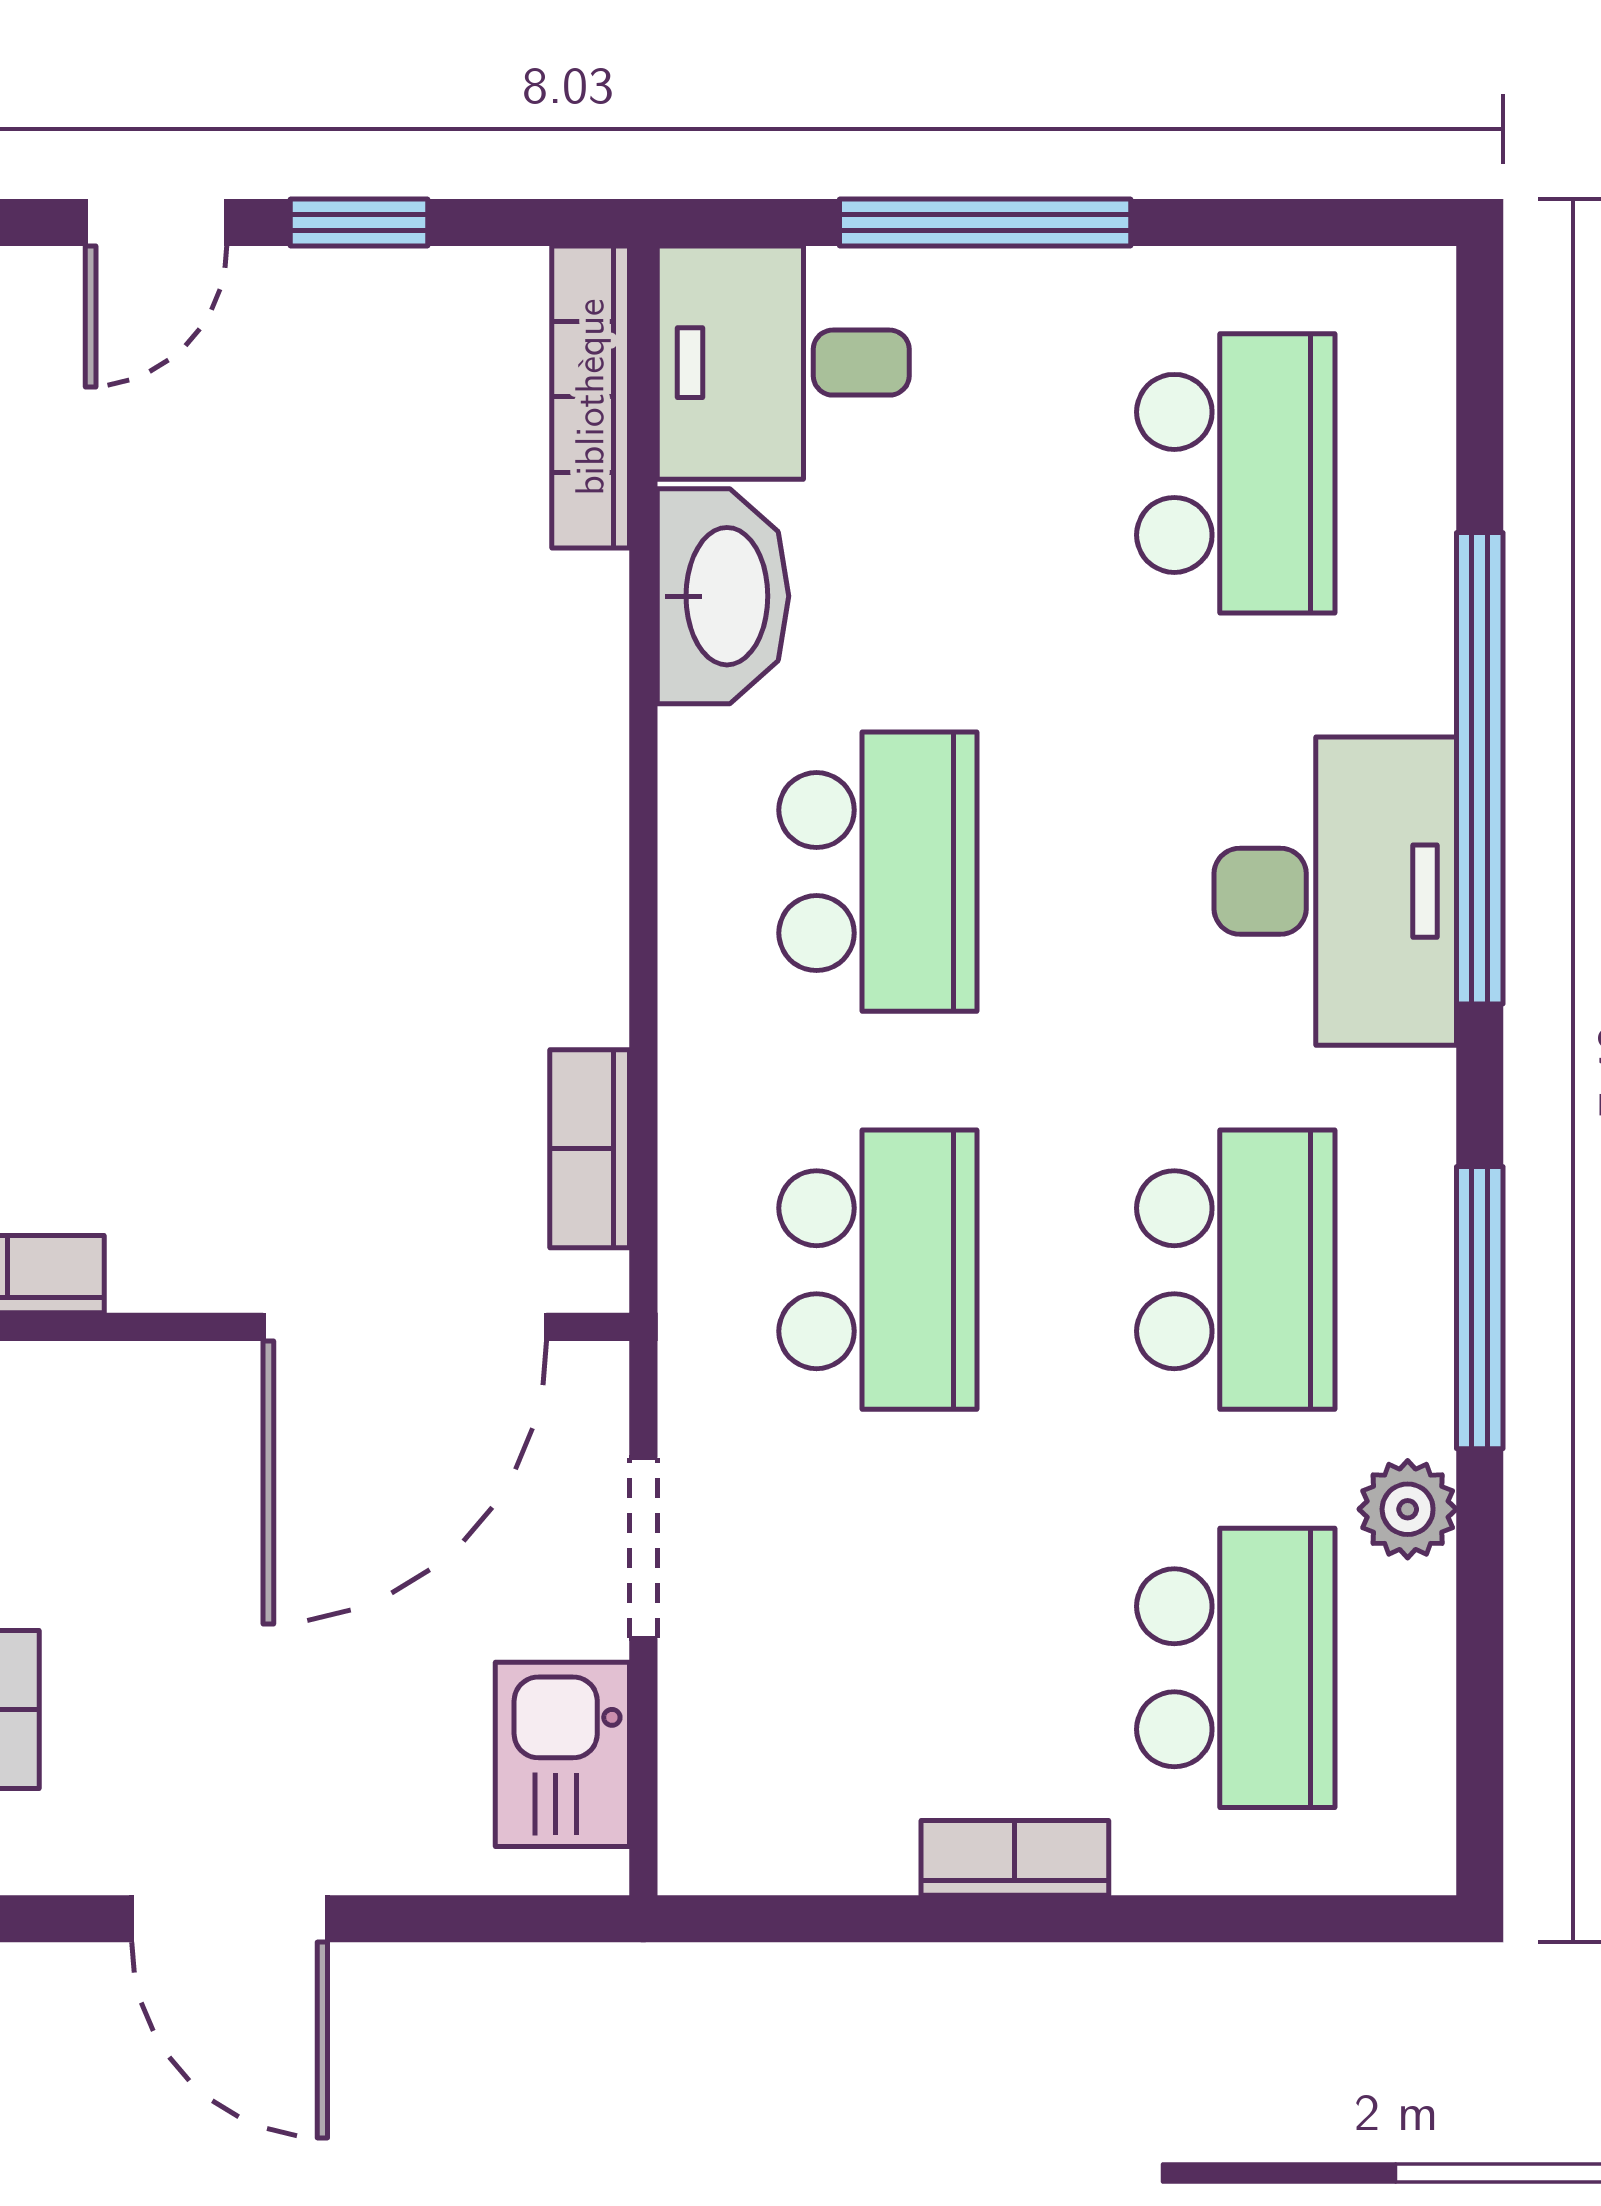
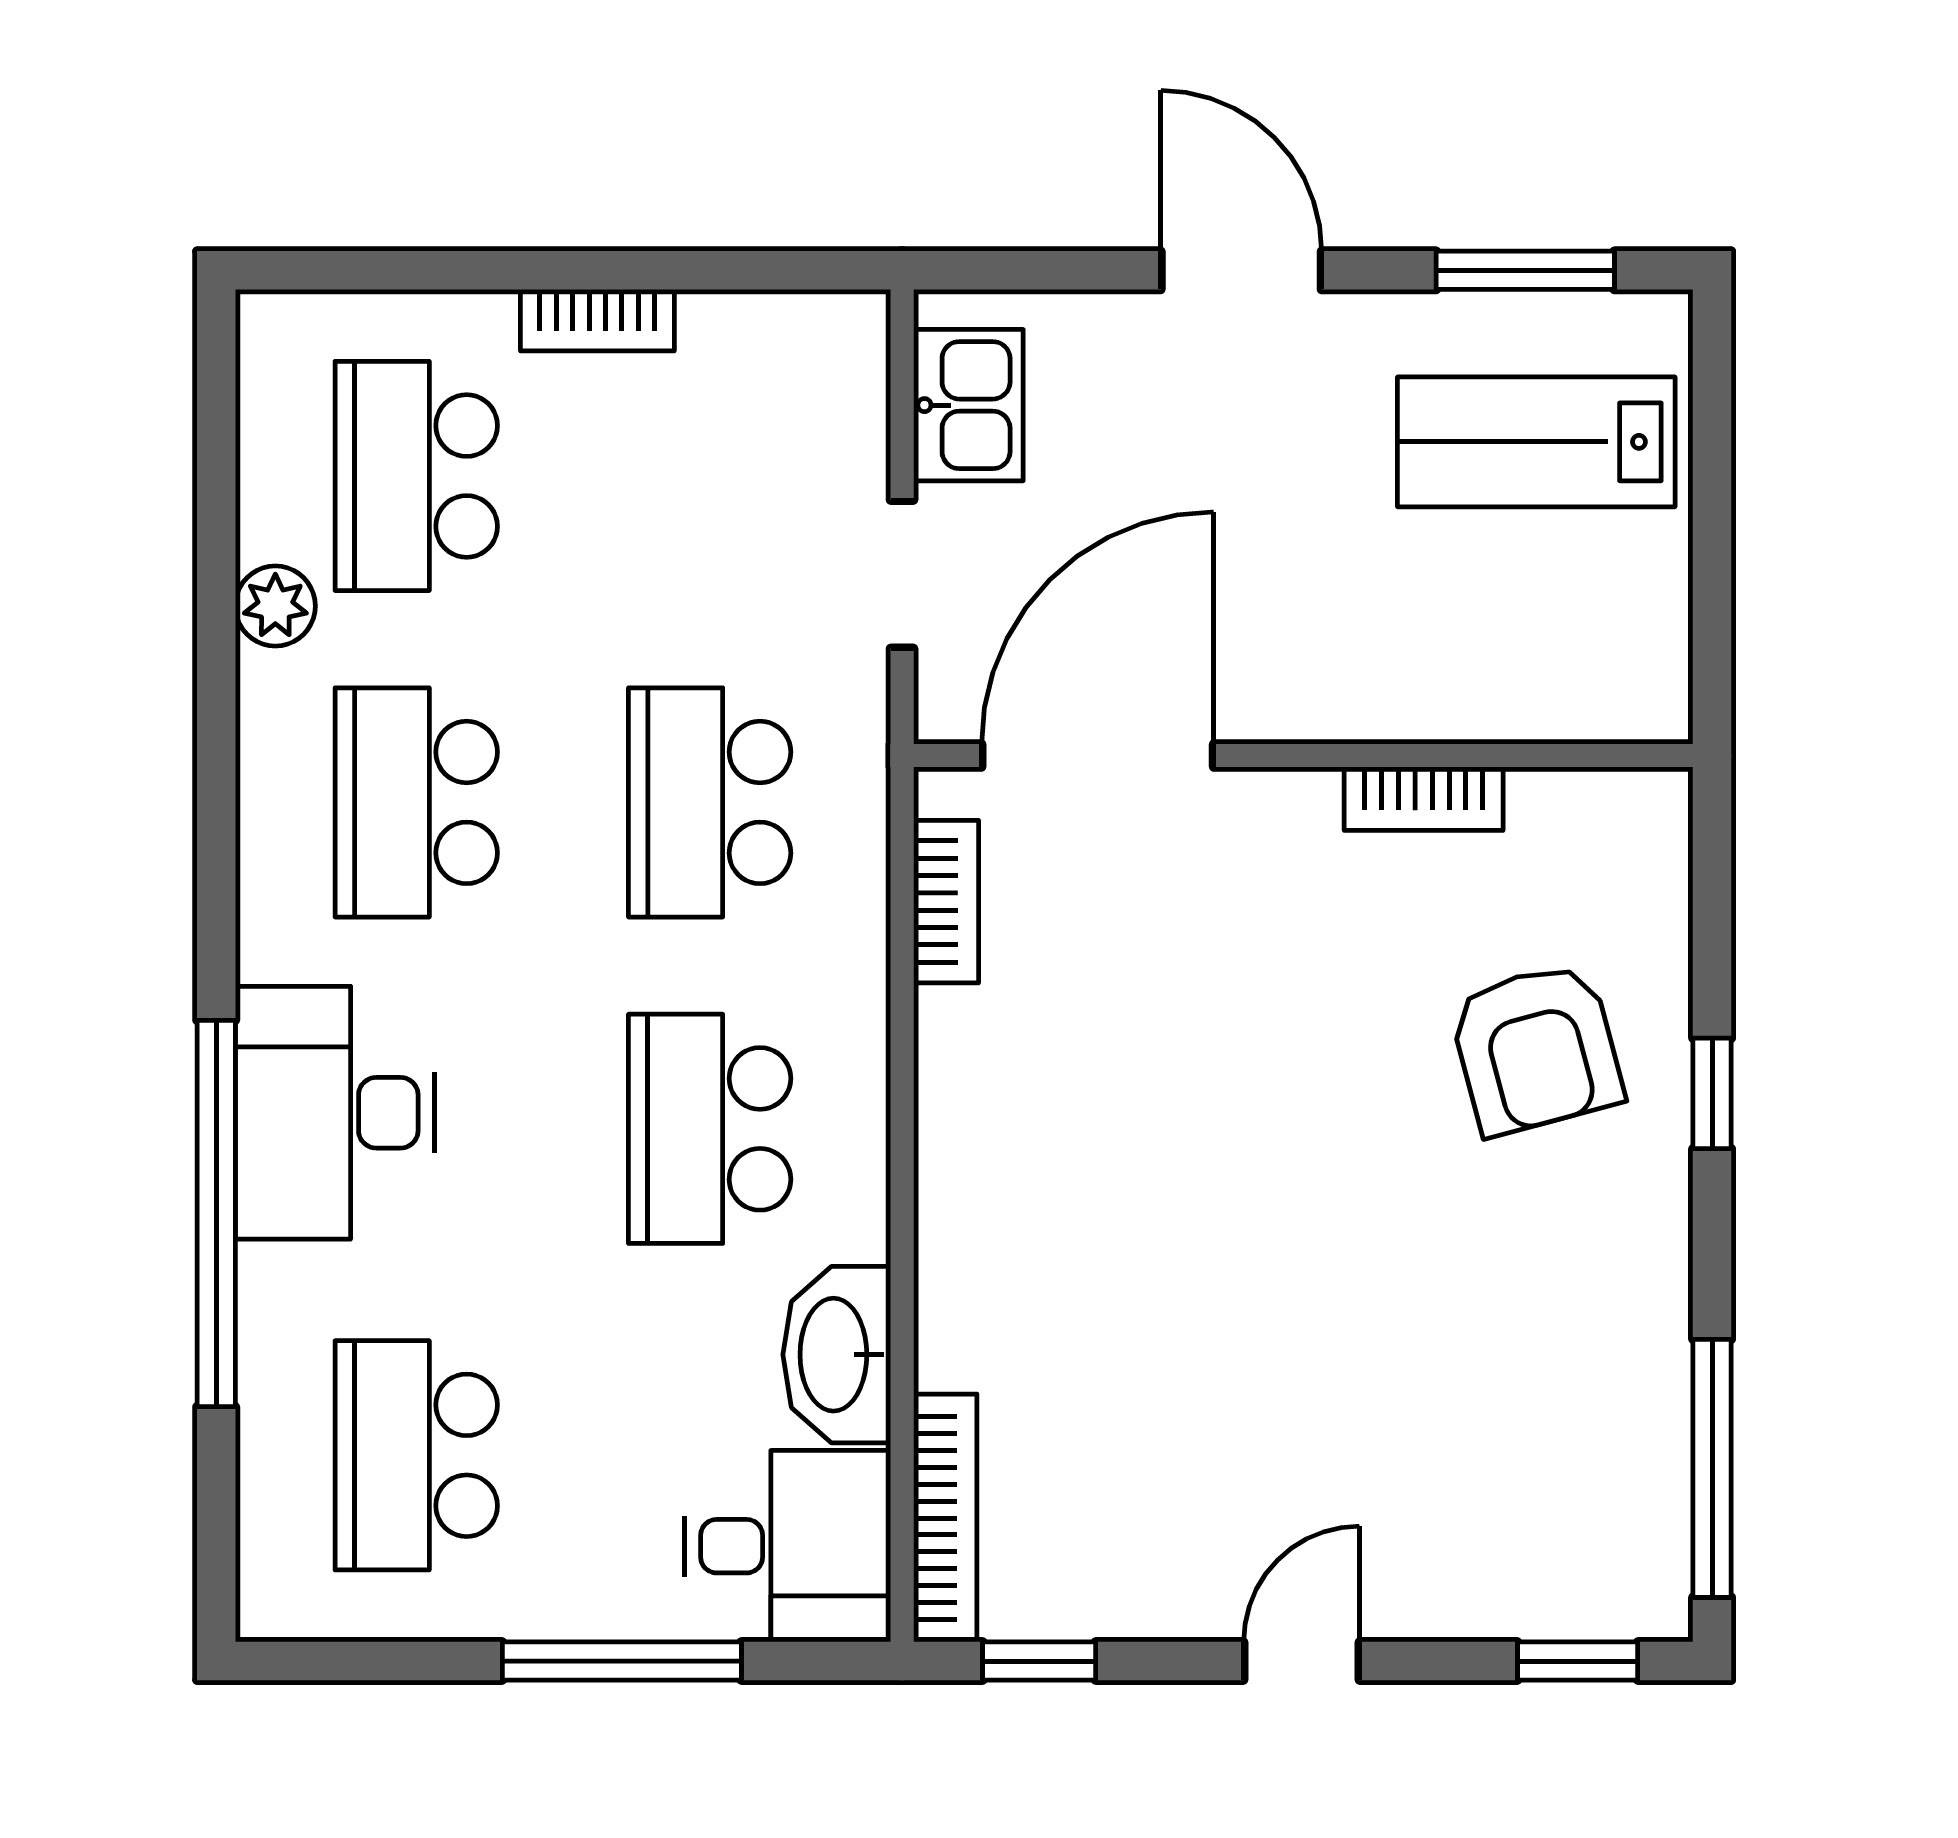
window: (359, 223) -> (1039, 1661), moved
window: (1480, 1308) -> (216, 771), removed

